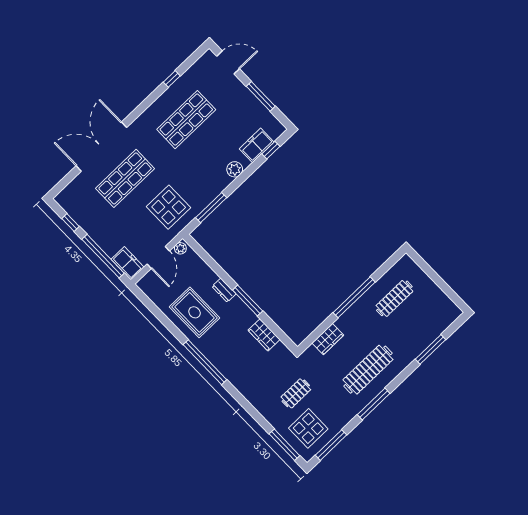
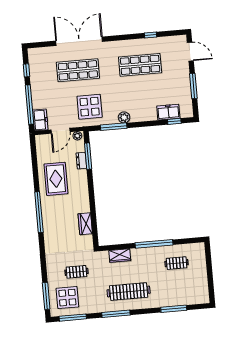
plant: (235, 169) -> (124, 117), moved
dresser: (224, 290) -> (81, 161), moved
clothes rail: (394, 298) -> (177, 263), width x0.73
window: (248, 301) -> (88, 156), moved

